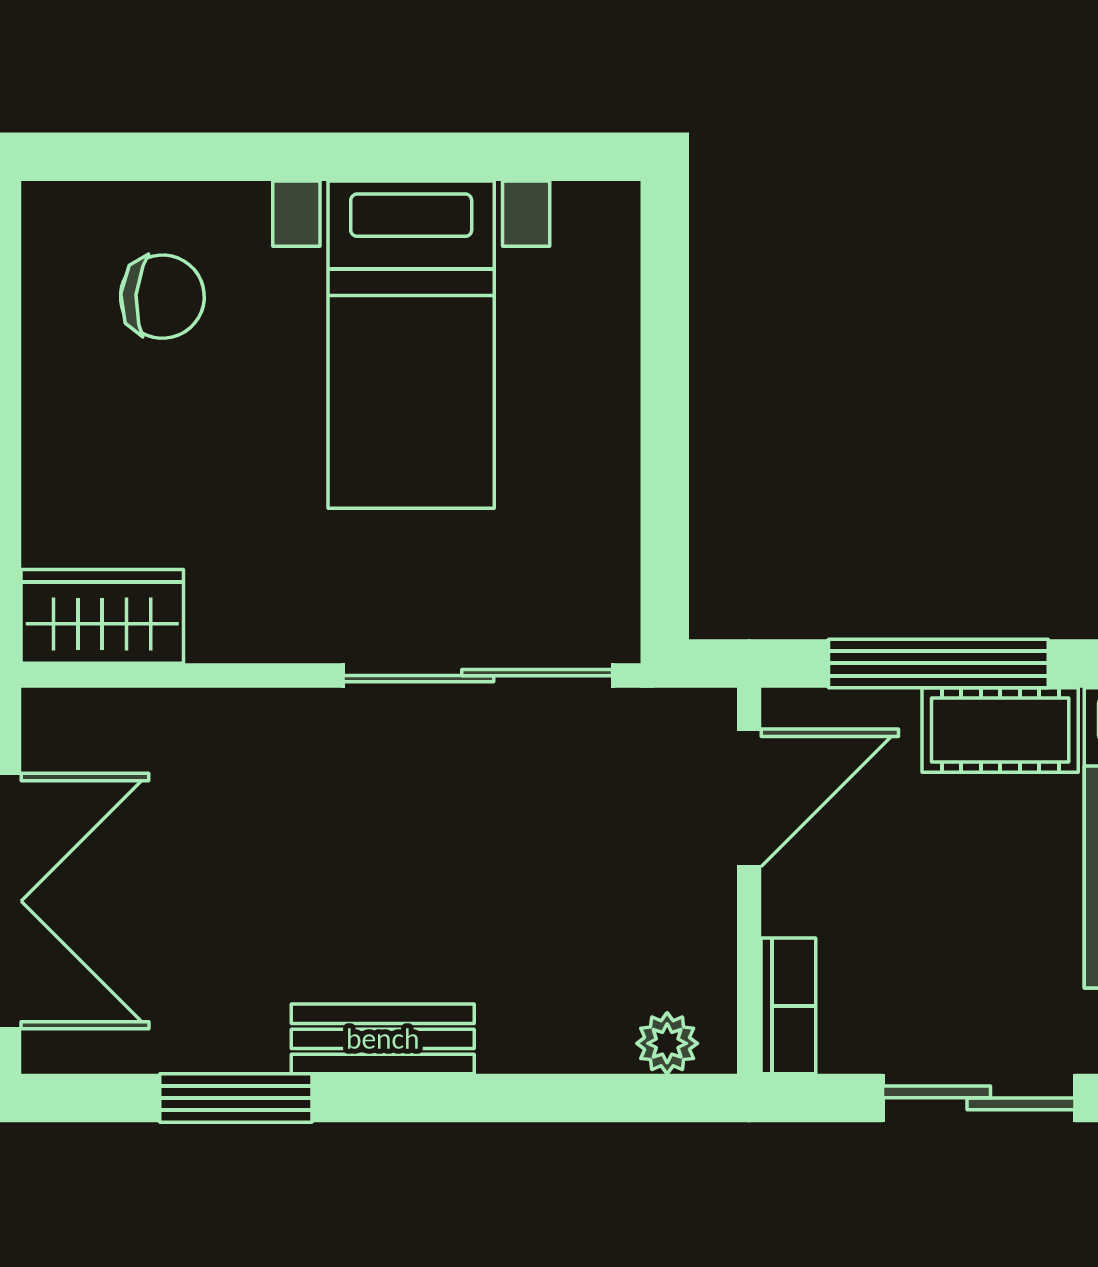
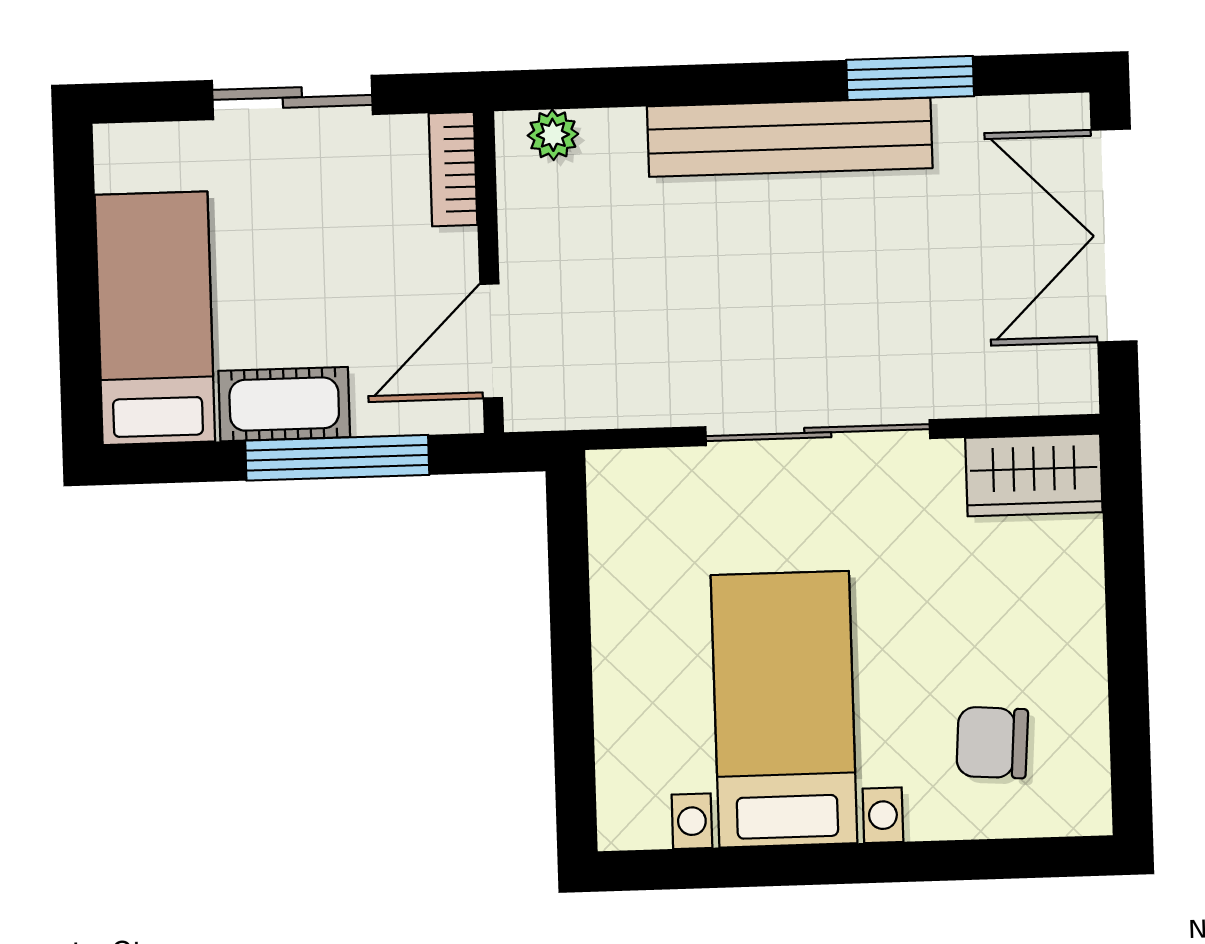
sliding door: (478, 676) -> (818, 433), moved
bench: (383, 1039) -> (790, 137), width x1.86, depth x1.21

